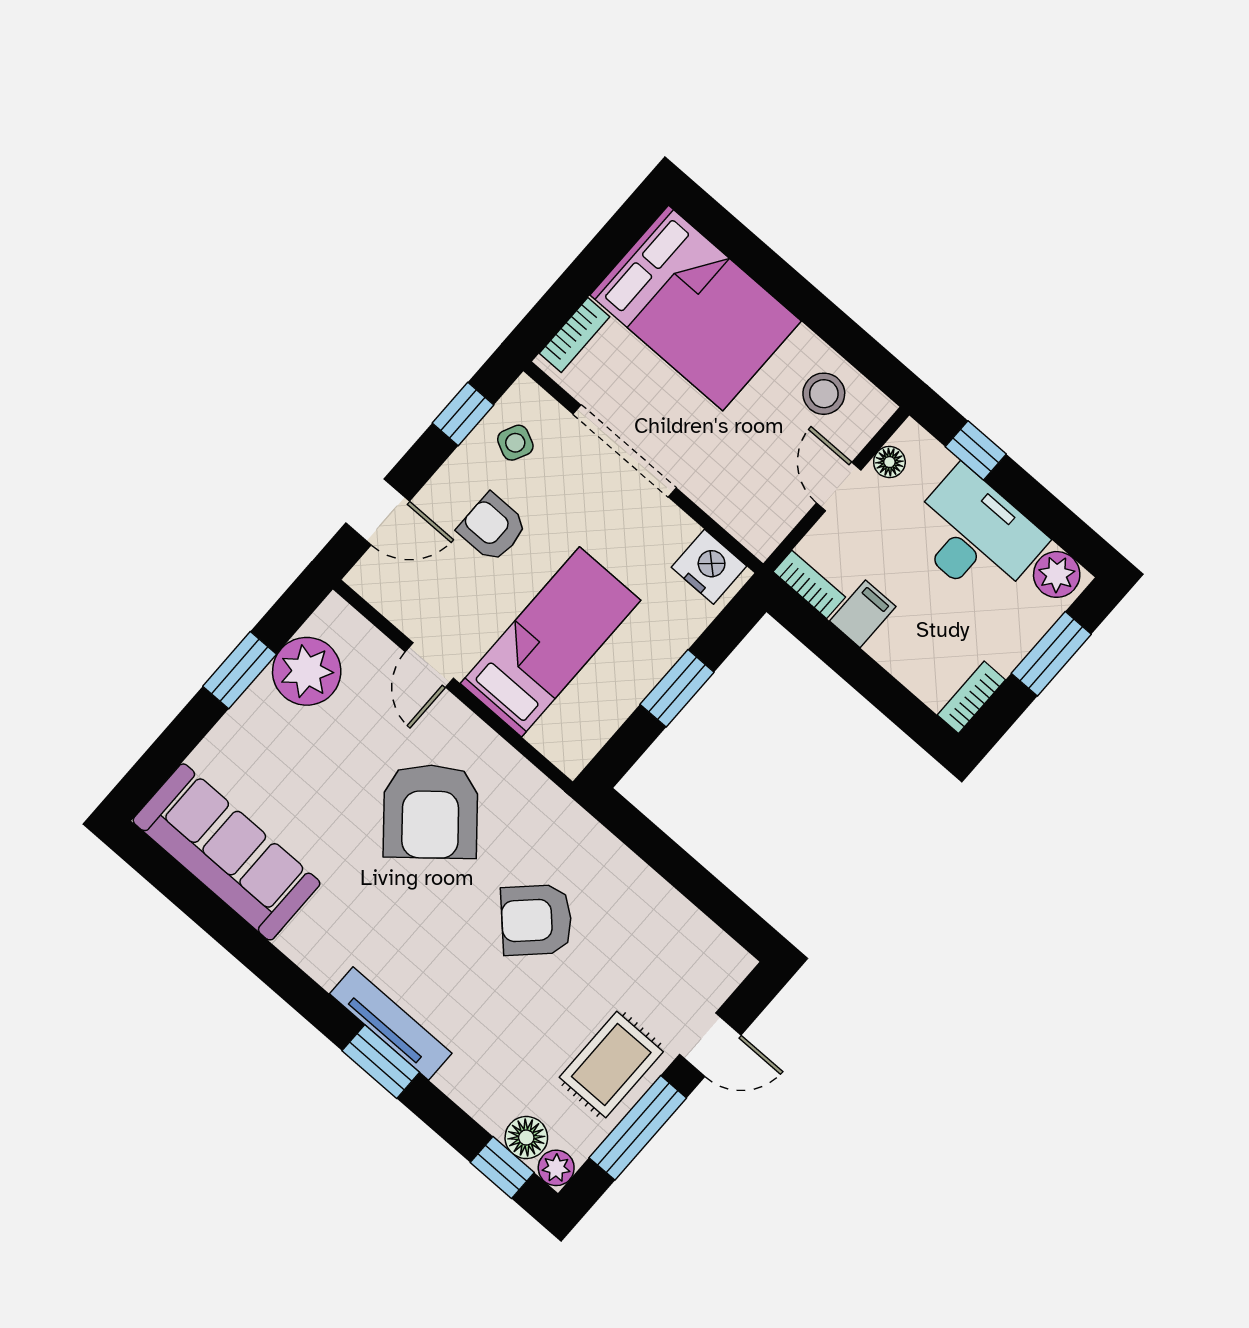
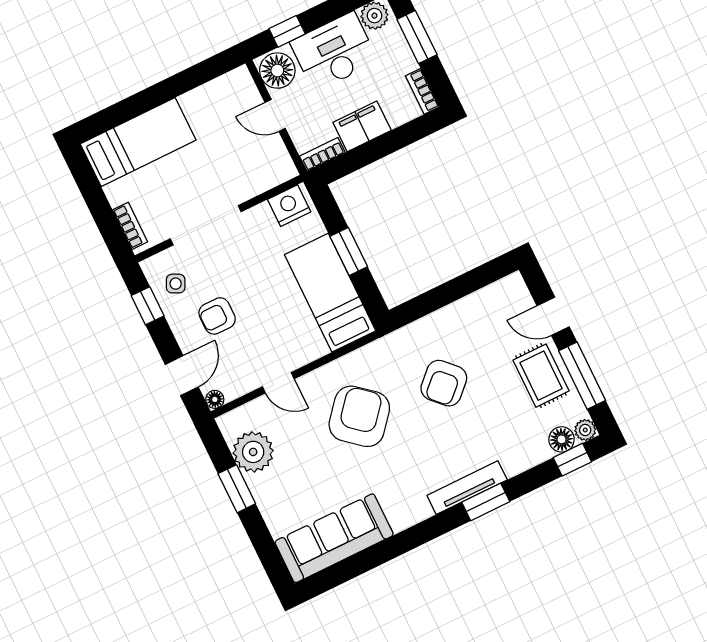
bed: (696, 308) -> (138, 142), width x0.67
stool: (824, 394) -> (220, 102), removed
floor lamp: (889, 462) -> (277, 71), width x1.89, depth x1.89
floor lamp: (363, 578) -> (215, 399), added
filing cabinet: (863, 614) -> (362, 126), width x2.00
bed: (551, 642) -> (330, 293), moved
armchair: (430, 812) -> (359, 416), turned -100
door: (710, 1045) -> (553, 316), swing flipped

